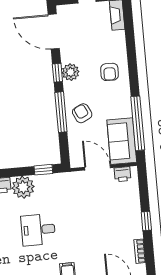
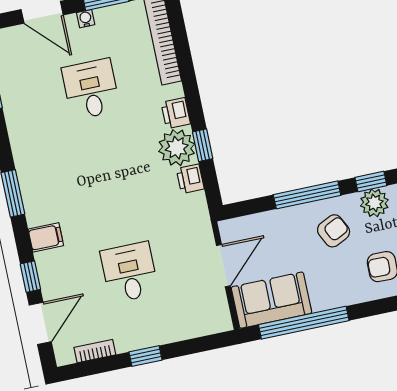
armchair: (82, 113) -> (334, 231), moved
window: (43, 170) -> (203, 145), moved
printer: (122, 174) -> (190, 179), moved
desk: (38, 230) -> (129, 272), moved

